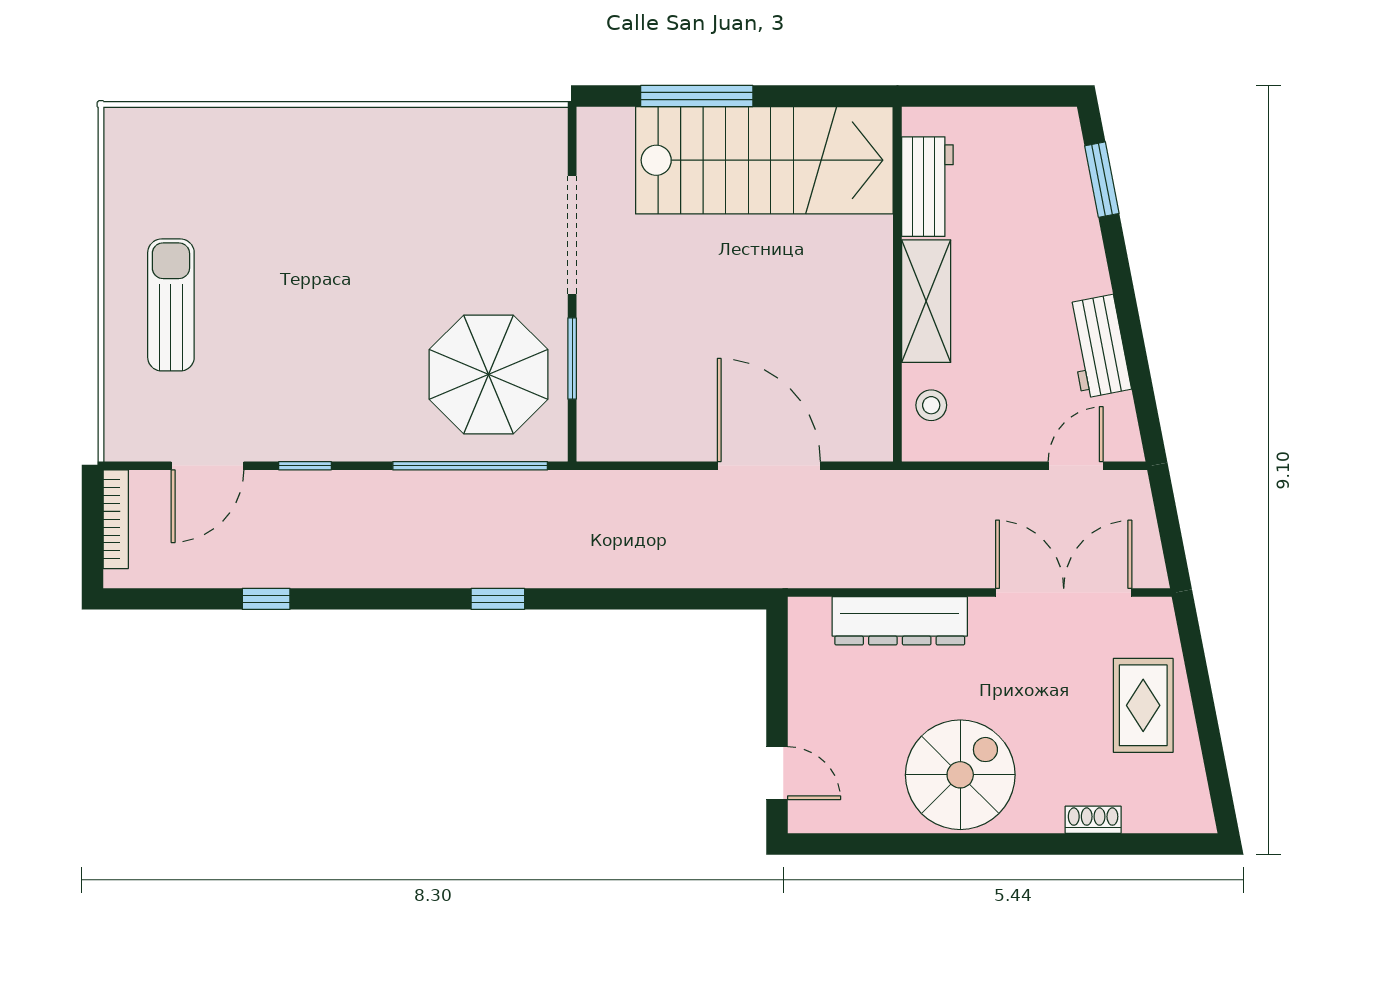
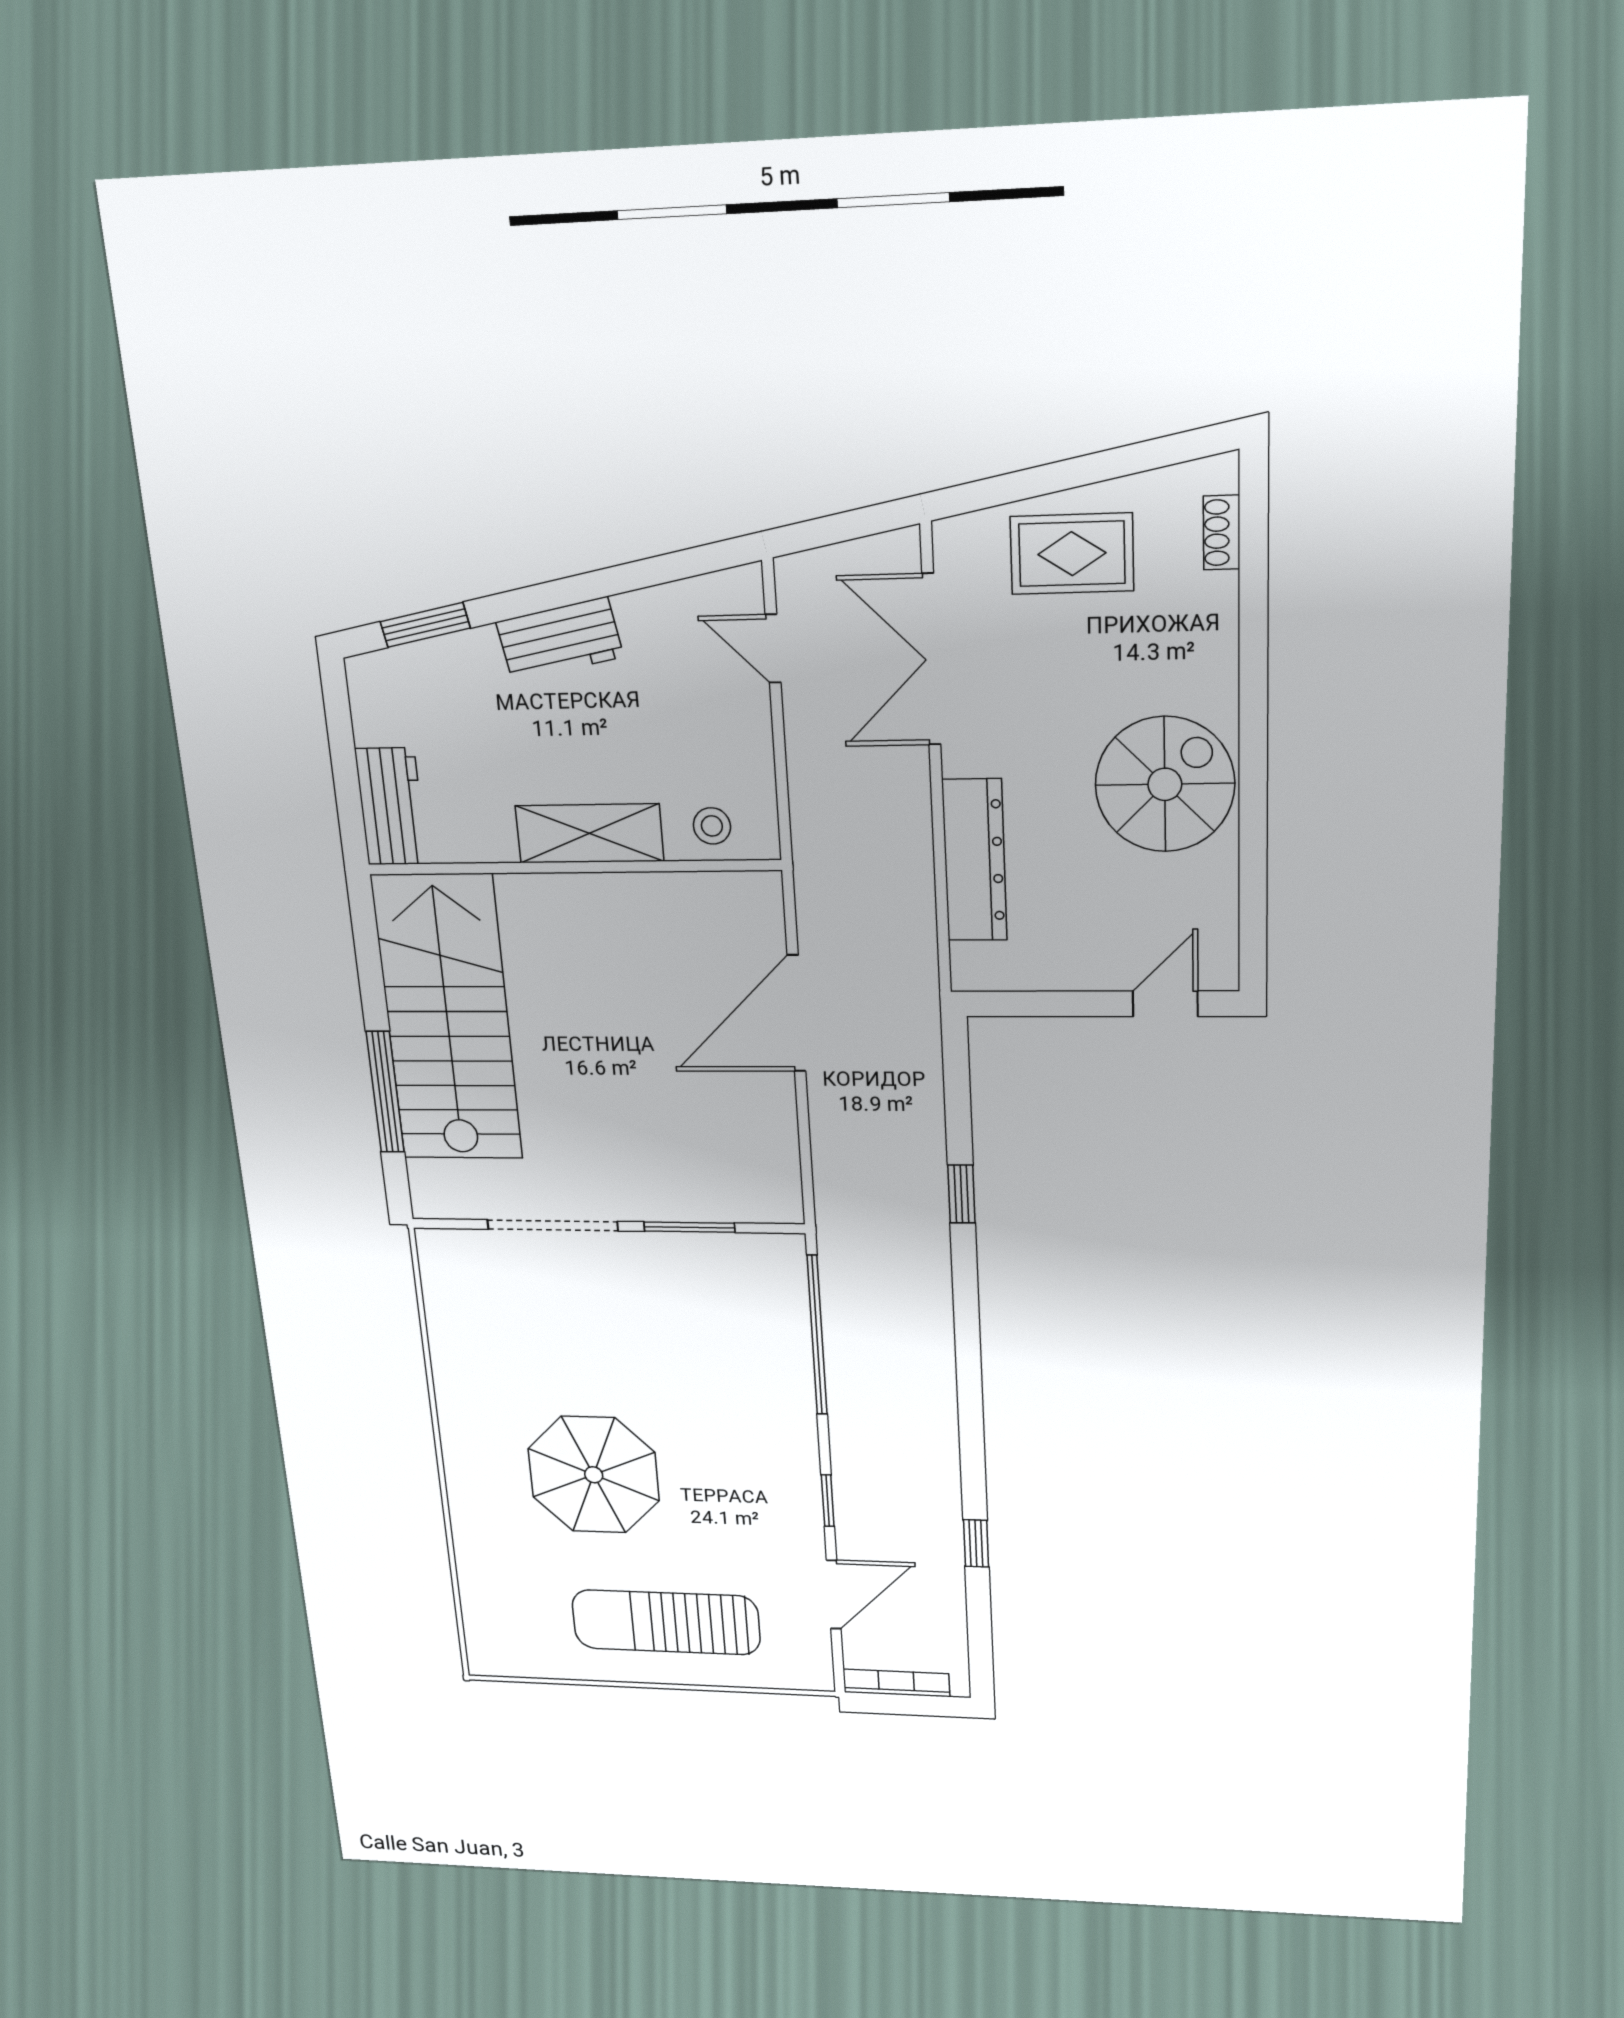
workbench: (927, 187) -> (391, 806), moved, turned 90
sun lounger: (171, 305) -> (666, 1622), width x1.36, depth x1.34
workbench: (1098, 346) -> (560, 639), moved
parasol: (489, 374) -> (594, 1475), moved
door: (208, 466) -> (834, 1595), hinge flipped
window: (498, 599) -> (961, 1194), moved
spiral stairs: (960, 775) -> (1165, 784), turned 90
shoe rack: (1093, 820) -> (1222, 533), moved

